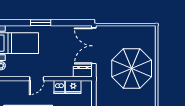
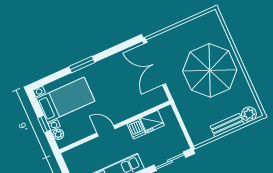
dresser: (83, 72) -> (155, 99), removed
door: (37, 79) -> (106, 131), swing flipped

